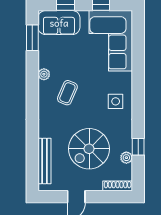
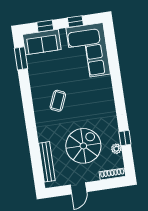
plant: (44, 74) -> (35, 88), removed
side table: (116, 101) -> (100, 102), removed
spiral stairs: (89, 149) -> (83, 146), turned 180

